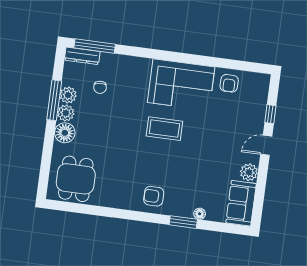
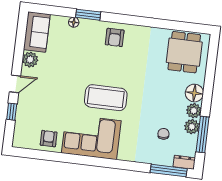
dresser: (82, 56) -> (184, 162), width x0.70
window: (54, 100) -> (203, 134), moved
coffee table: (164, 129) -> (106, 98), width x1.36, depth x1.32
armchair: (154, 196) -> (115, 37), turned 90

